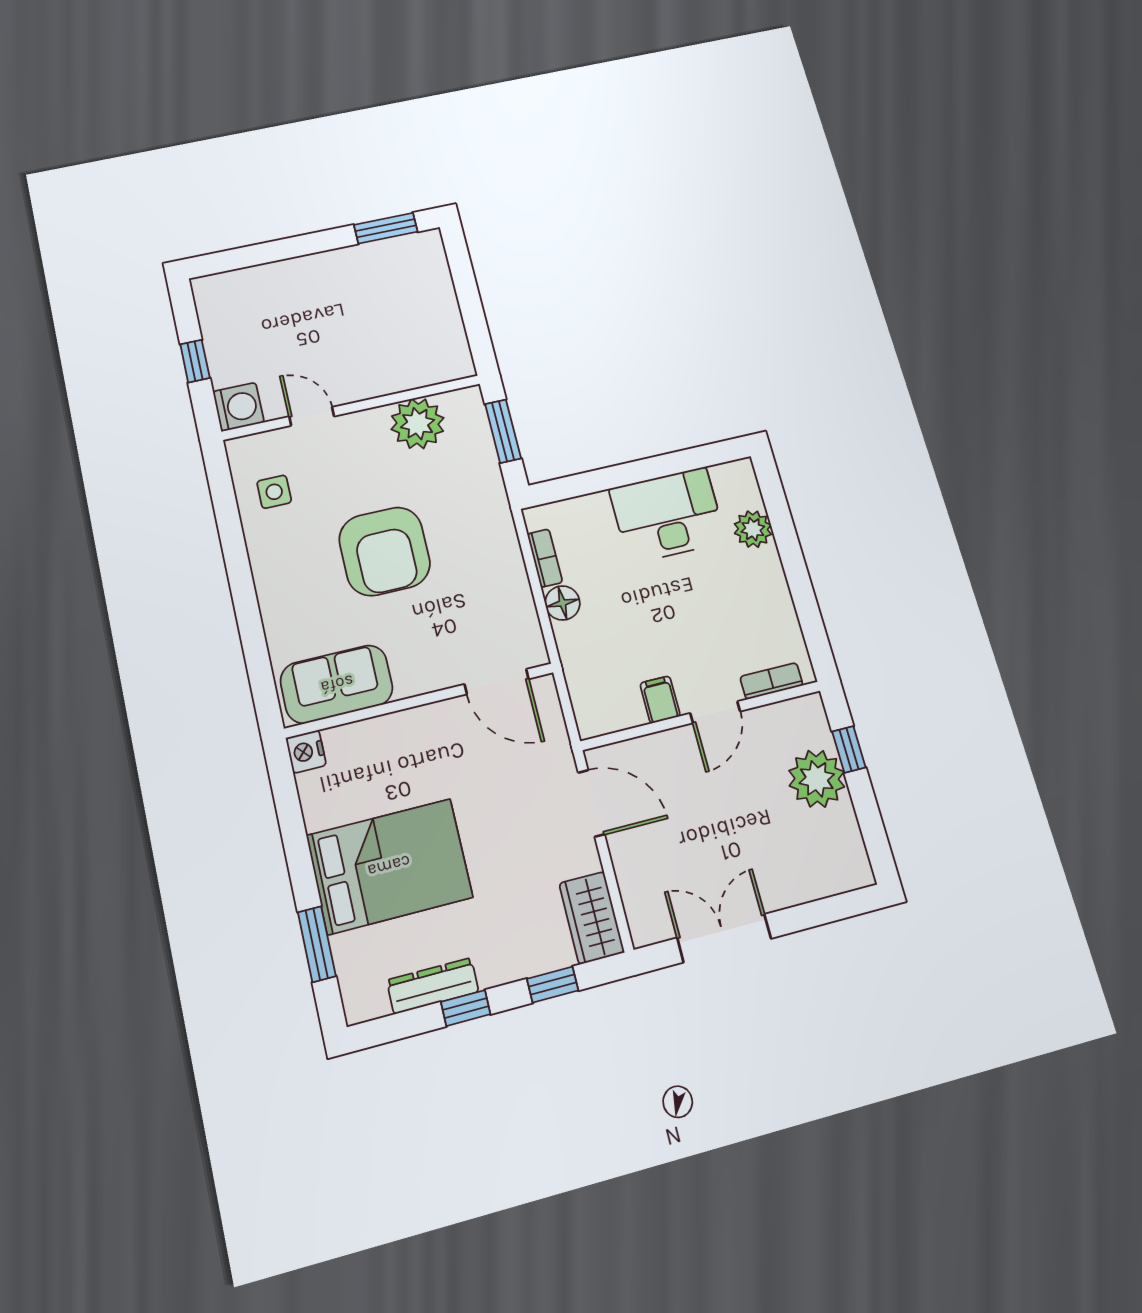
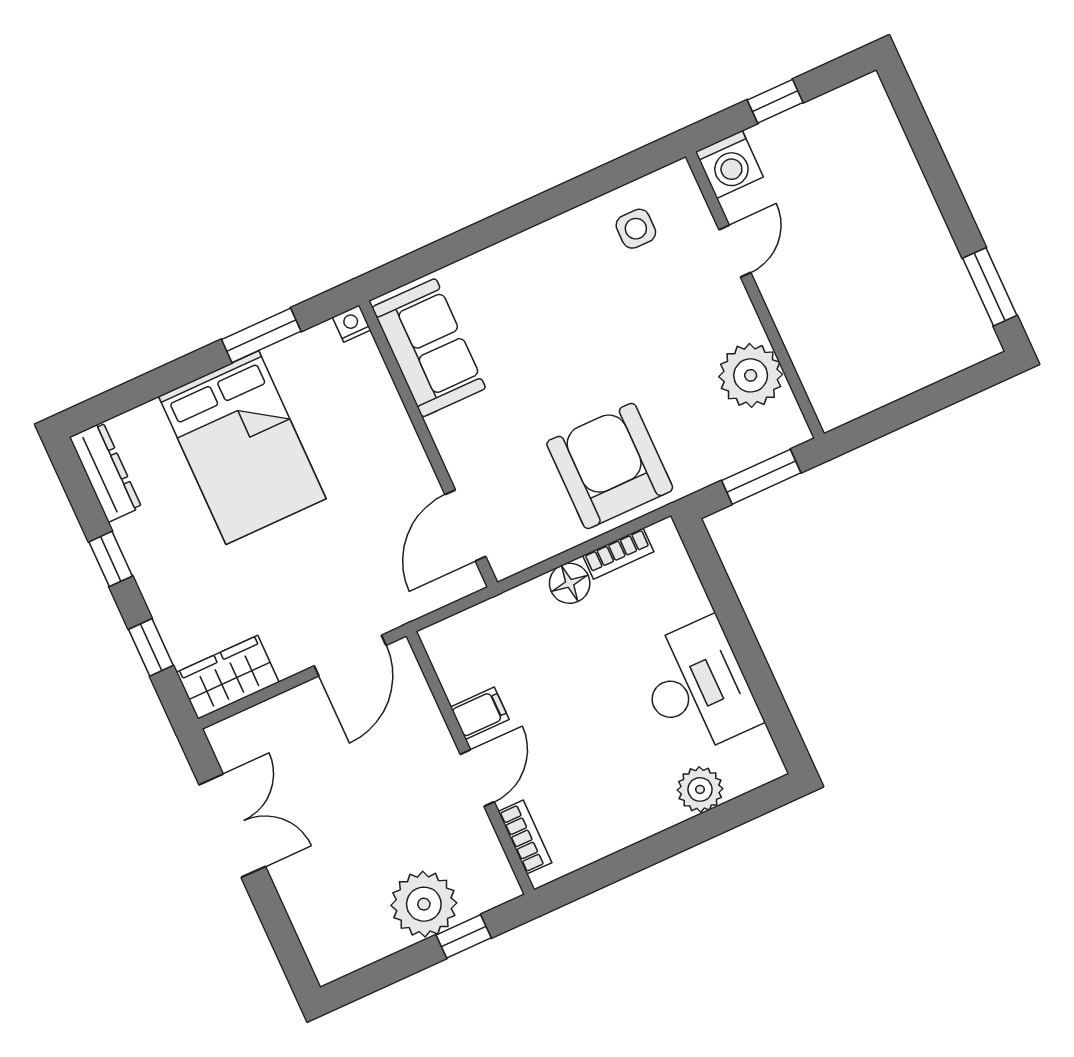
armchair: (385, 551) -> (610, 466), moved, turned 90
door: (715, 712) -> (477, 778), swing flipped
nightstand: (306, 752) -> (352, 324), width x0.72, depth x0.74
window: (317, 944) -> (261, 335), moved
dresser: (433, 986) -> (105, 472), moved

